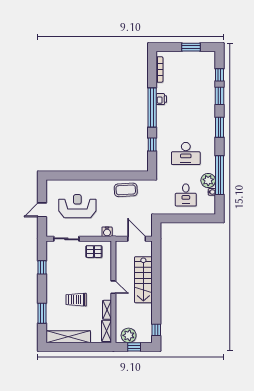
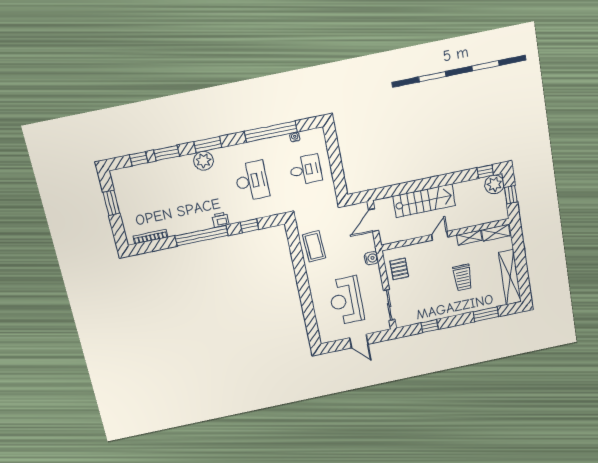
printer: (161, 99) -> (220, 220), moved
plant: (208, 180) -> (204, 161), moved
plant: (129, 335) -> (494, 184), moved

